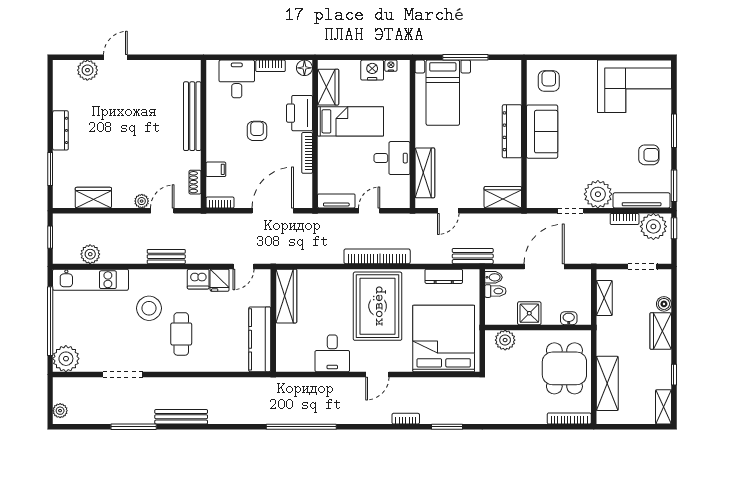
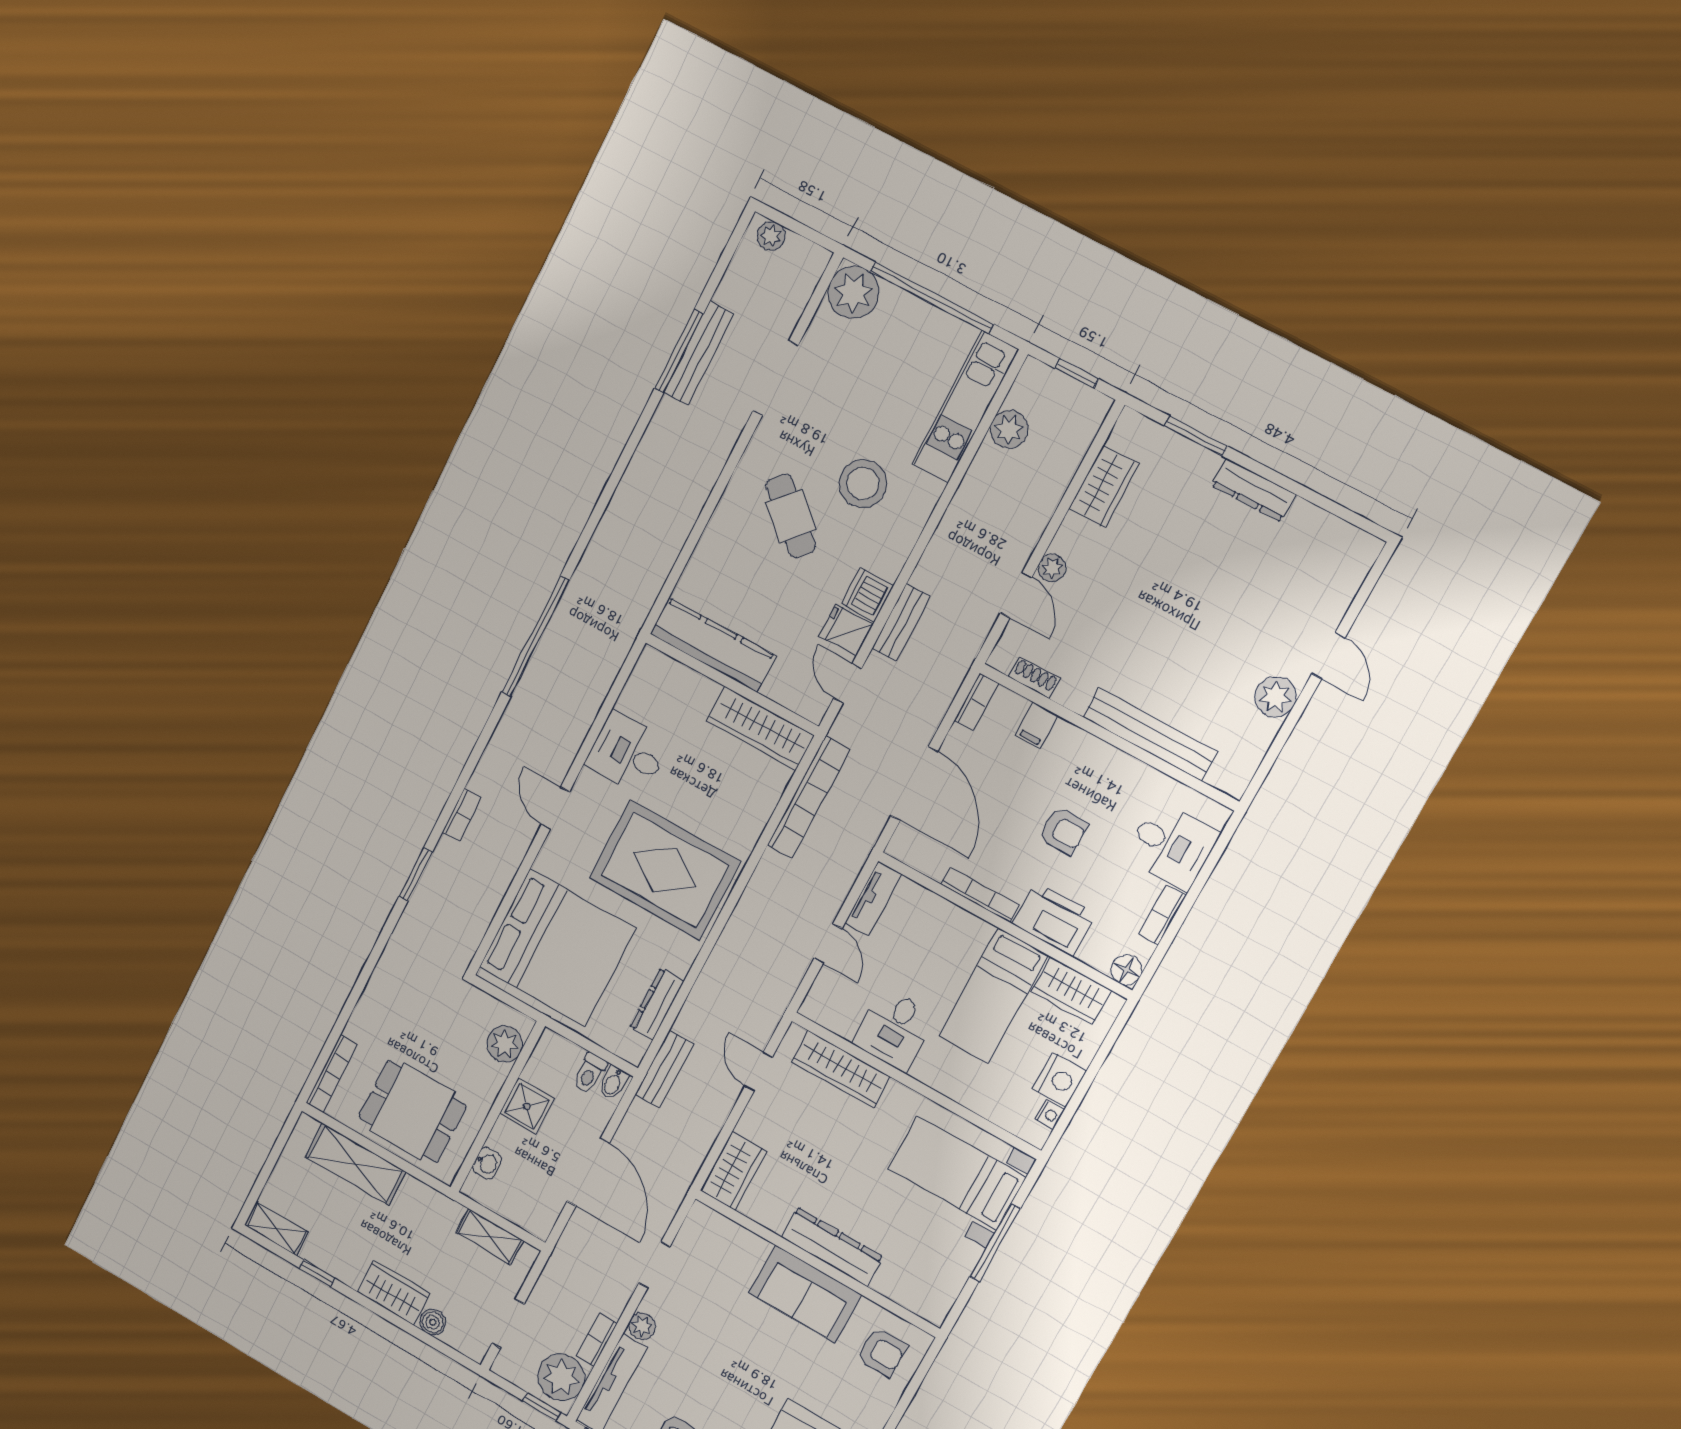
plant: (87, 70) -> (1276, 697), moved
plant: (598, 194) -> (642, 1326), width x0.53, depth x0.53
bookcase: (377, 256) -> (809, 797), moved
bench: (166, 257) -> (901, 622), moved
cafe table: (181, 334) -> (791, 516), turned 42
bench: (181, 417) -> (699, 353), moved

